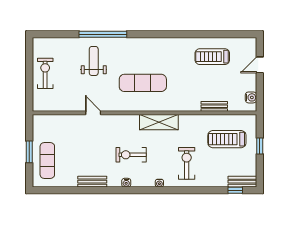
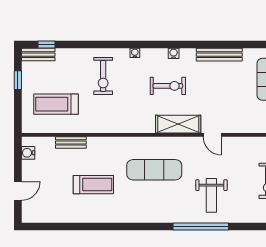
treadmill: (212, 57) -> (93, 185), moved
shelving: (159, 122) -> (178, 124), moved
treadmill: (227, 139) -> (56, 104), turned 180
window: (260, 146) -> (18, 80), moved
bench: (92, 182) -> (219, 55), width x1.36

